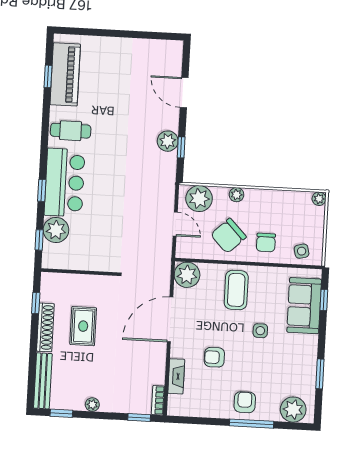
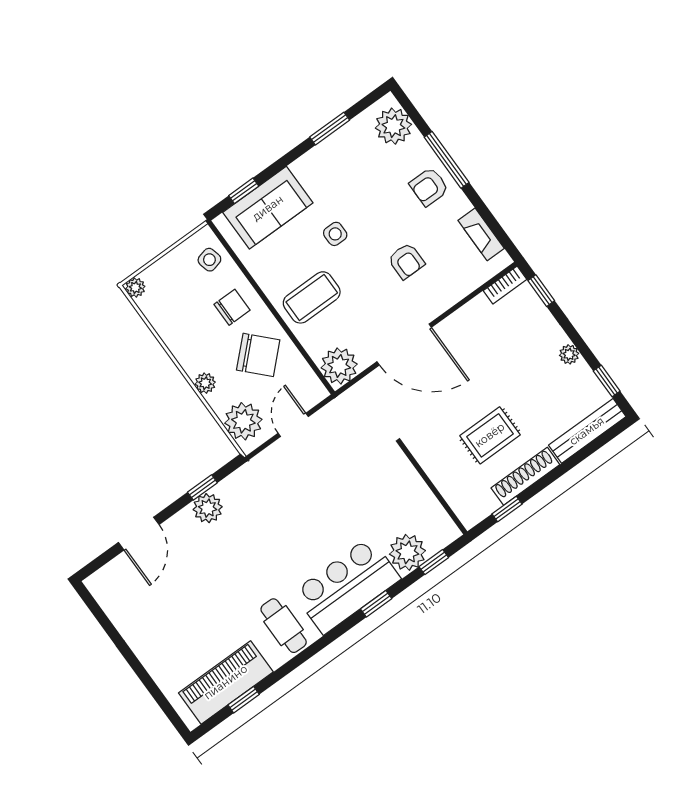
fireplace: (176, 376) -> (481, 234), moved, turned -90

